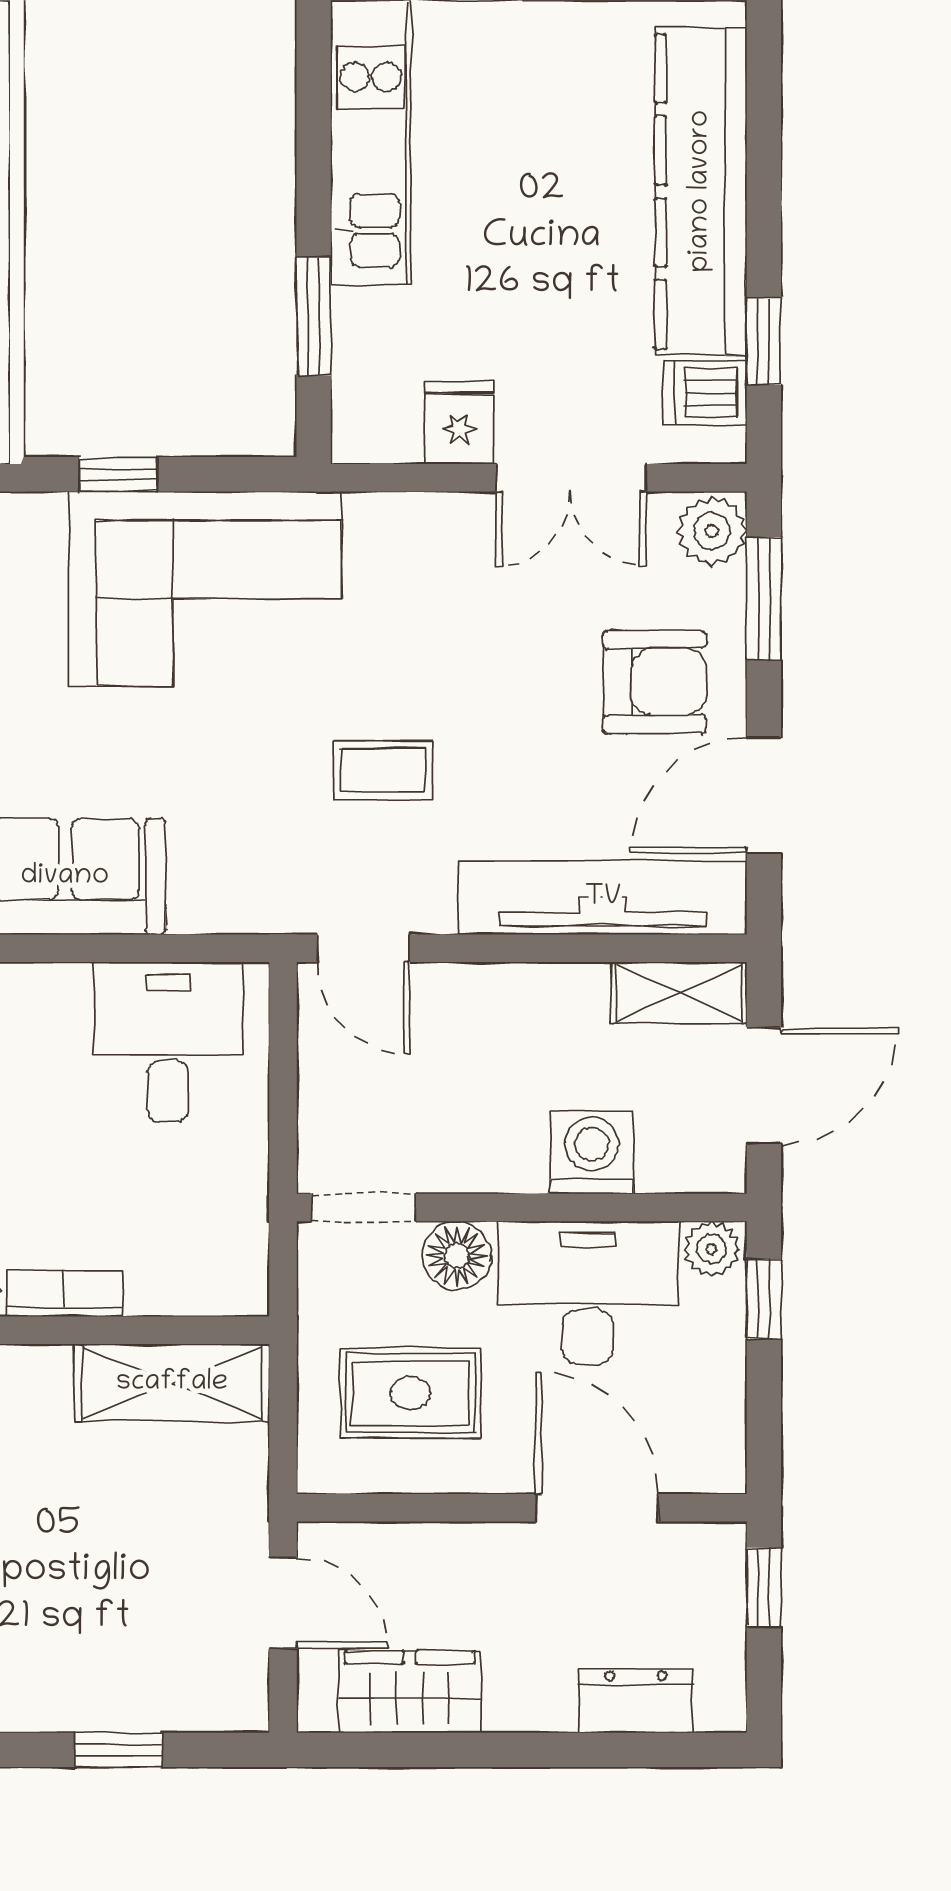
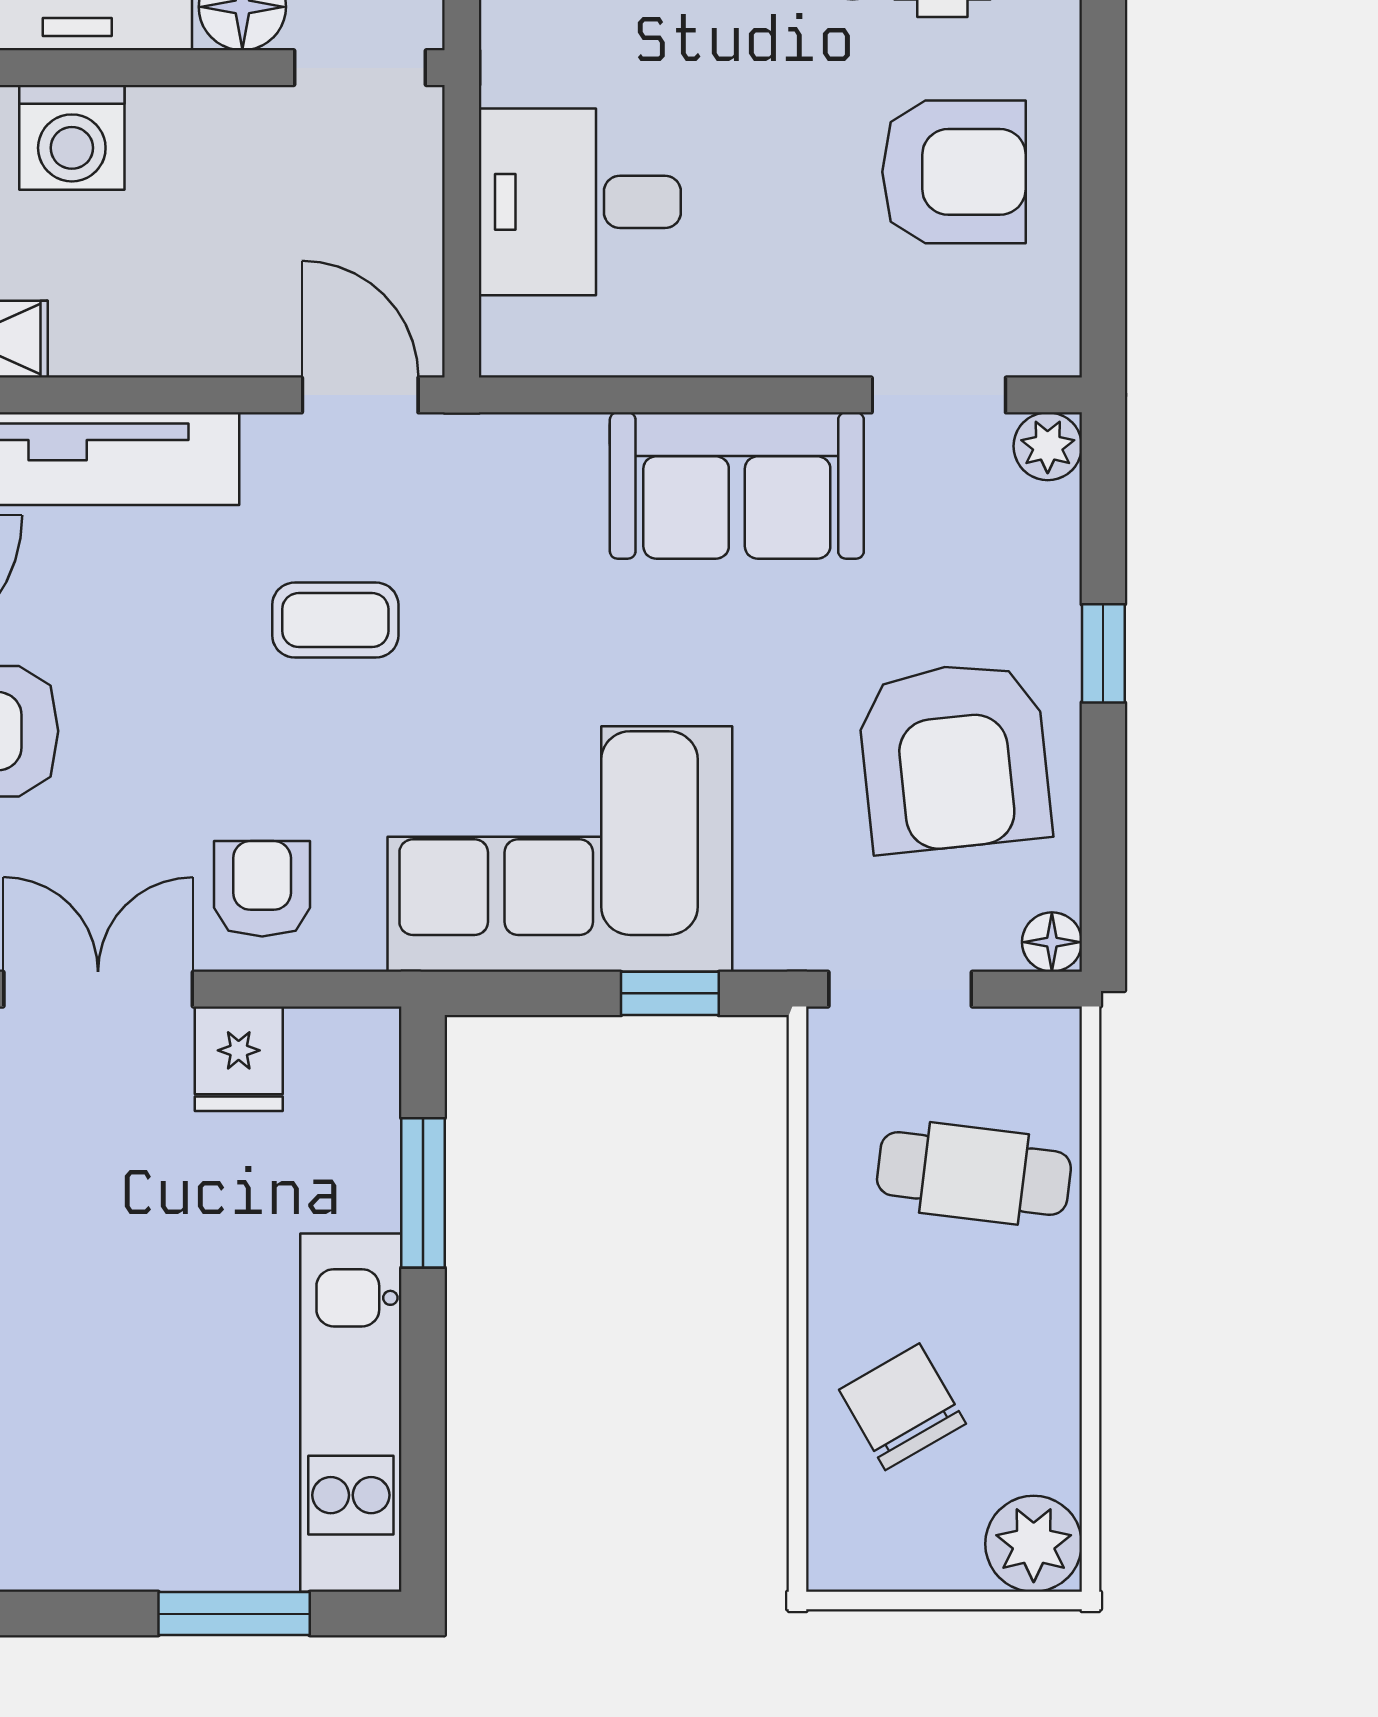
armchair: (441, 557) -> (262, 889), added
desk: (168, 1042) -> (580, 202), moved, turned 90

